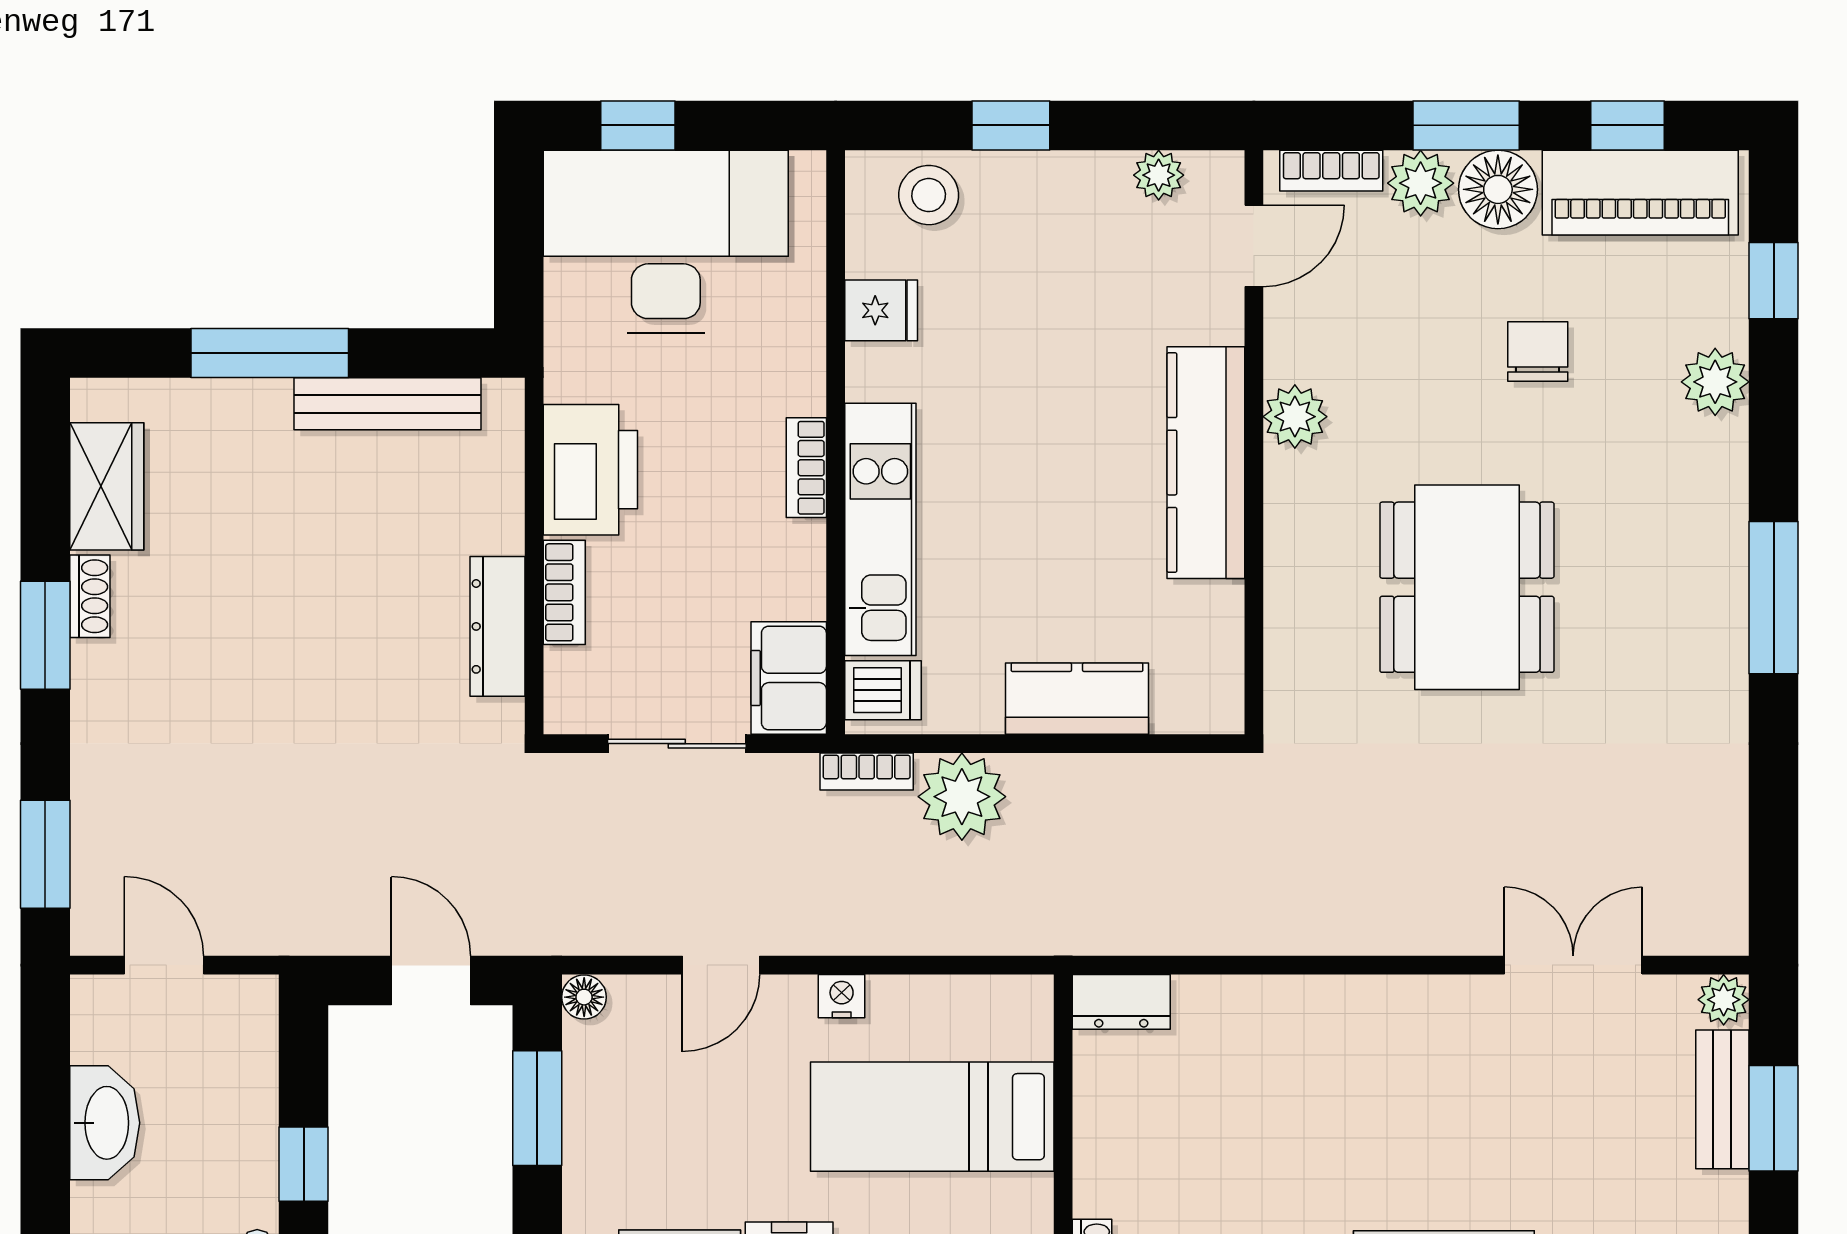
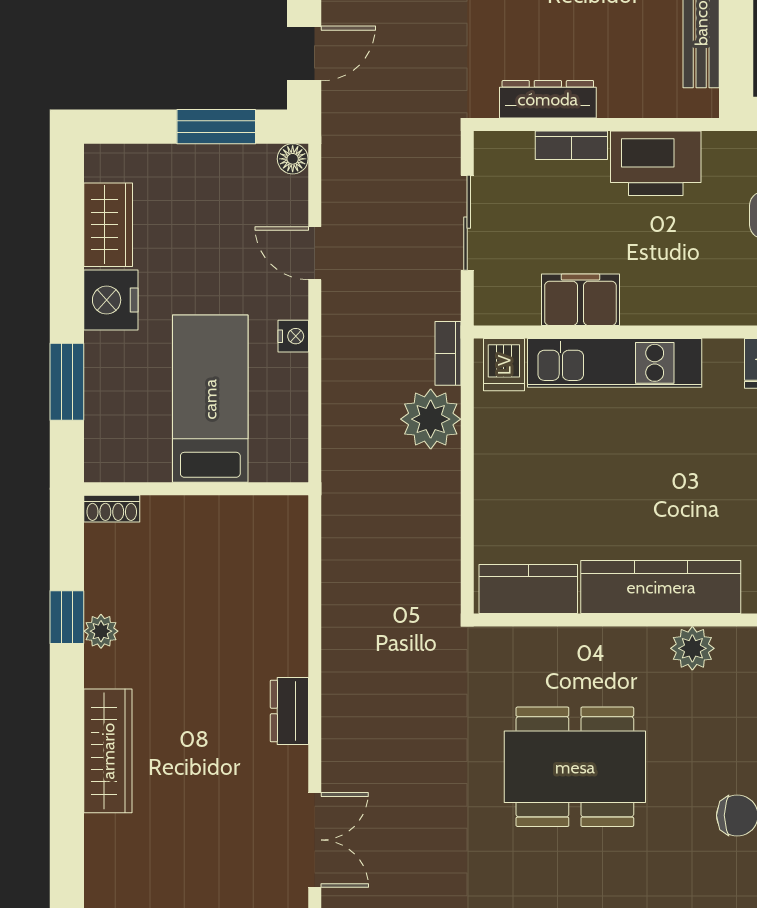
bookcase: (806, 468) -> (657, 312), removed
filing cabinet: (789, 678) -> (580, 300), moved
kitchen counter: (1077, 699) -> (528, 589), moved, turned -90
dresser: (1121, 1002) -> (289, 711), moved

